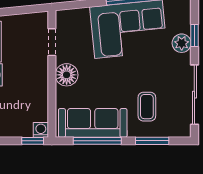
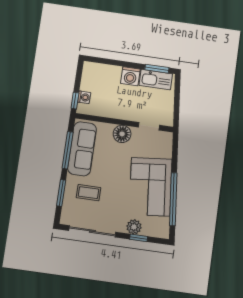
washing machine: (41, 130) -> (84, 97), moved

